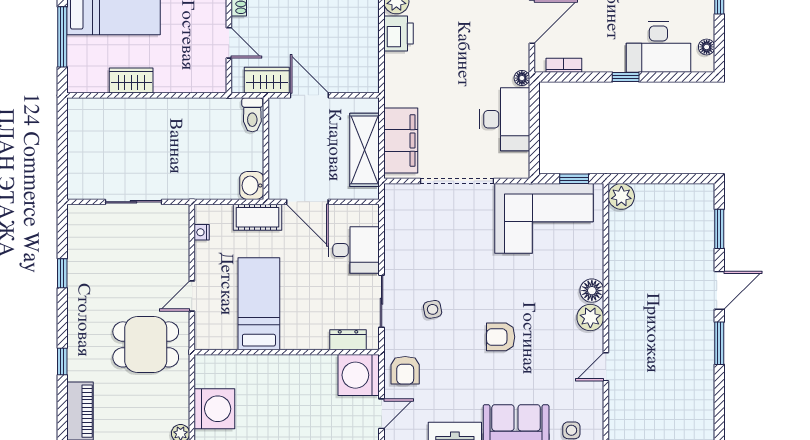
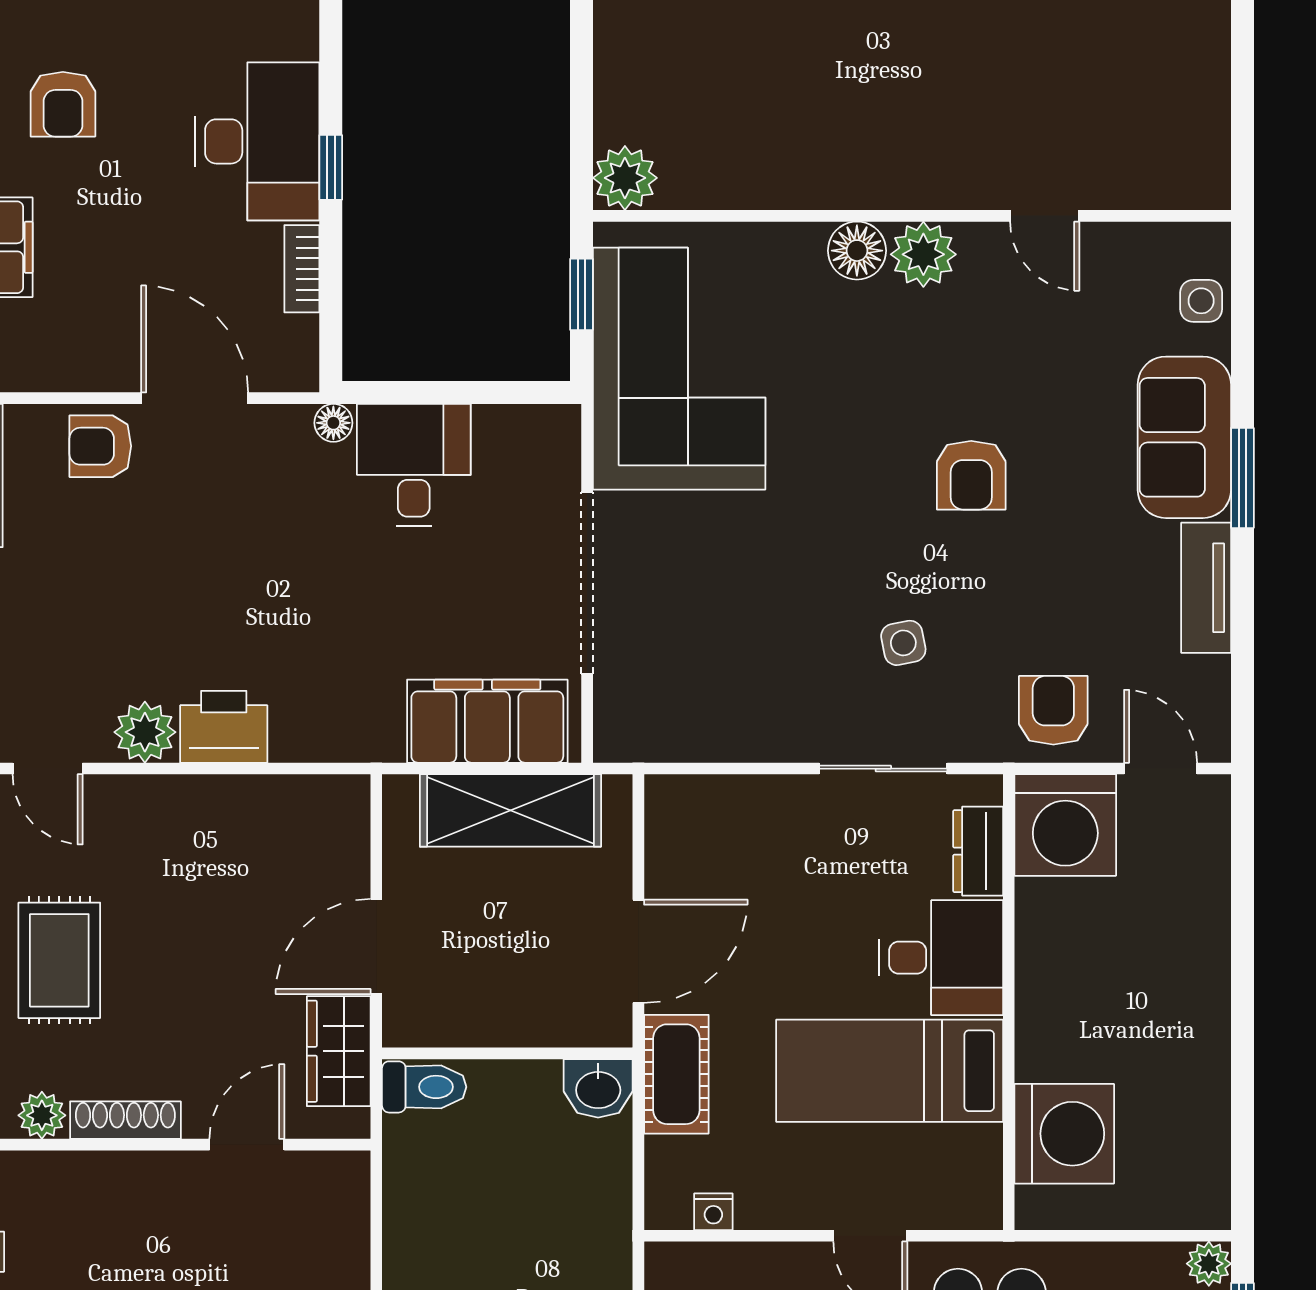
desk: (658, 47) -> (257, 141), moved
bookcase: (564, 65) -> (302, 269), moved
desk: (505, 119) -> (414, 465), width x0.73
desk: (354, 250) -> (941, 958), moved, turned 90
armchair: (405, 370) -> (1053, 710), turned -90
washing machine: (214, 409) -> (1064, 1134), moved, turned 90

